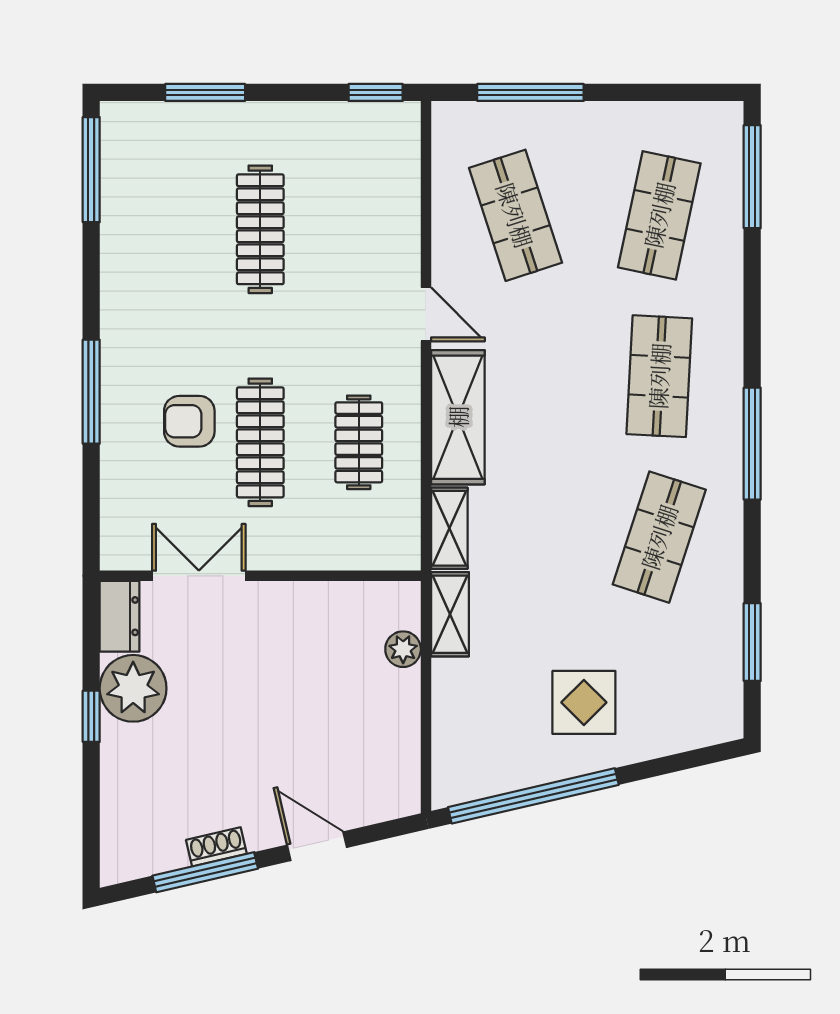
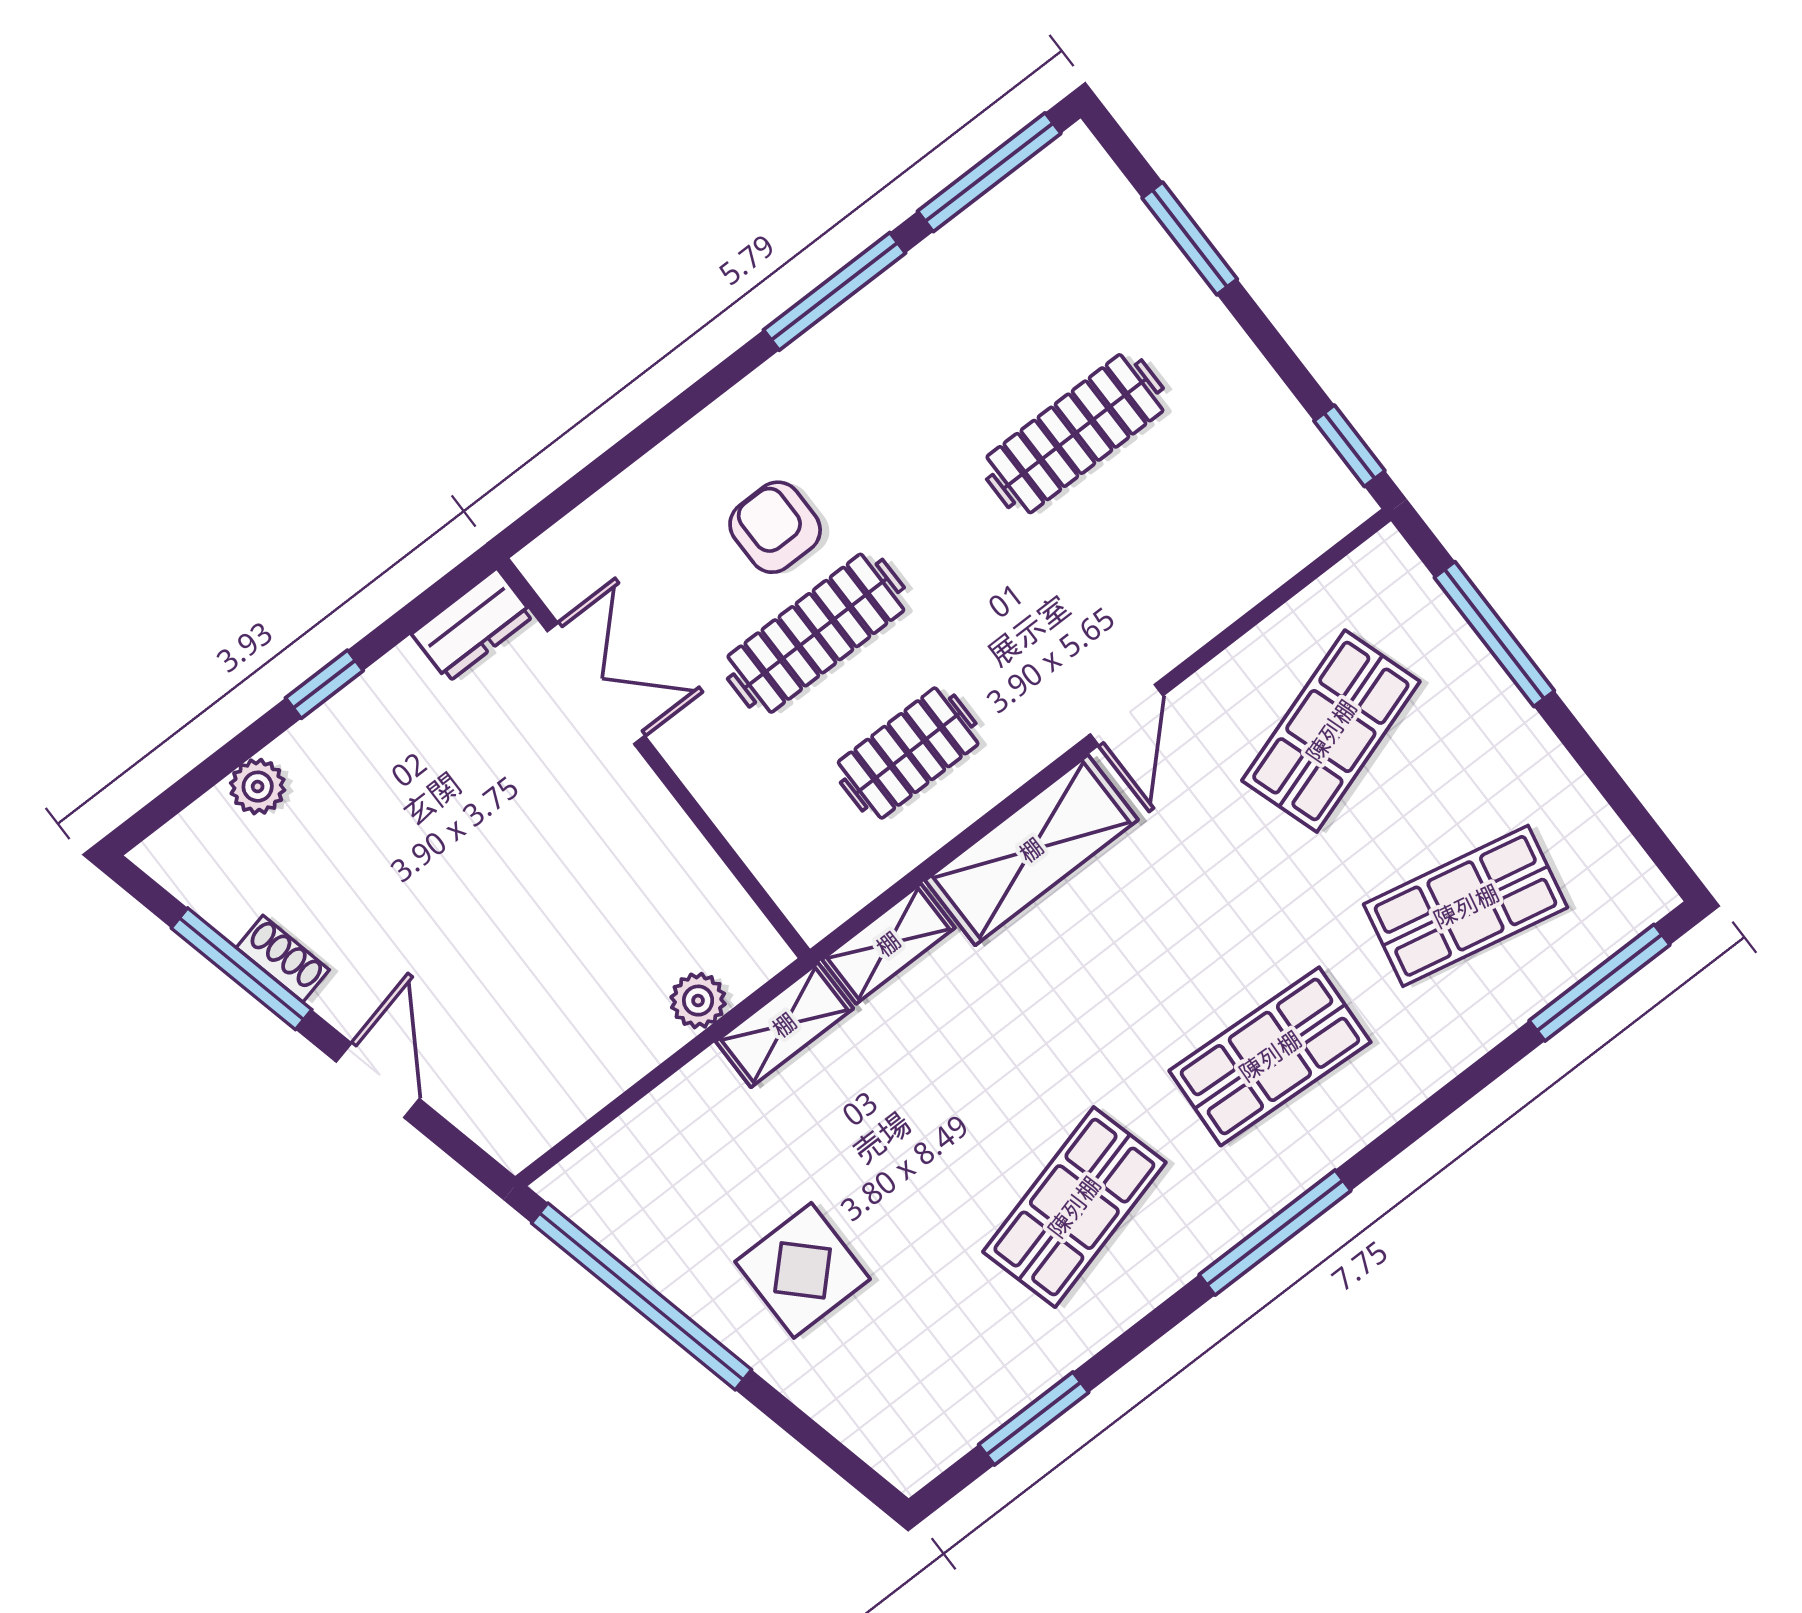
window: (91, 392) -> (834, 291), moved
shop shelf: (659, 537) -> (1074, 1207), turned -33
plant: (133, 688) -> (258, 787), moved, width x0.53, depth x0.53

